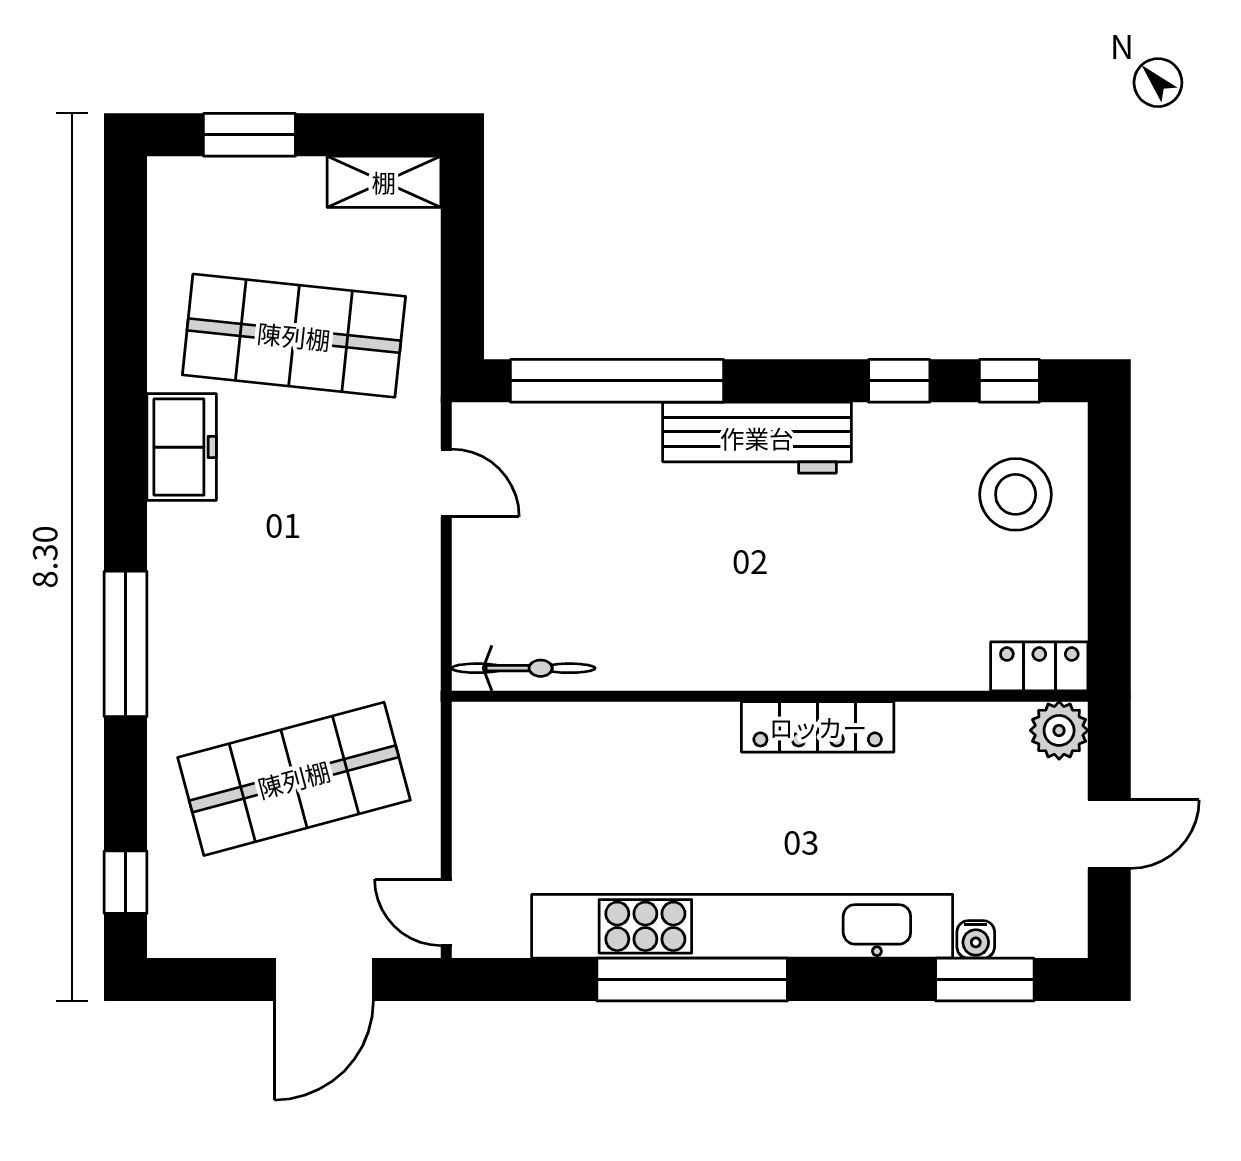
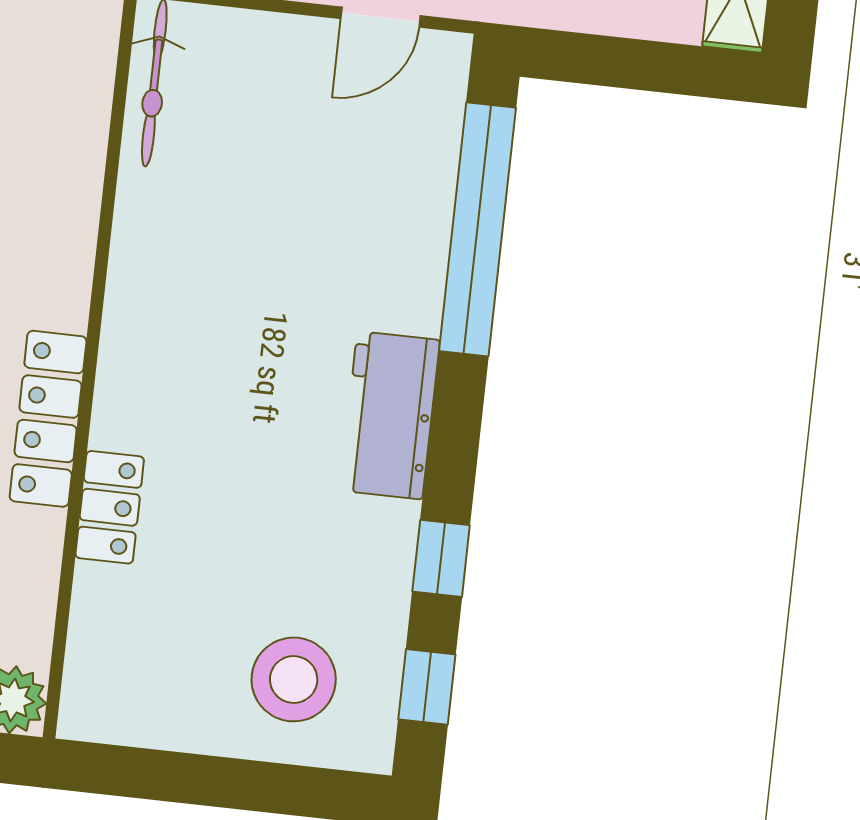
workbench: (757, 438) -> (390, 415), width x0.73
locker: (1039, 666) -> (110, 507), moved

